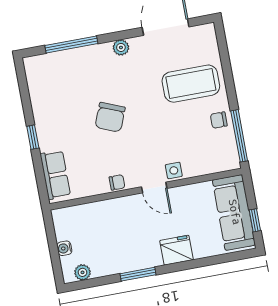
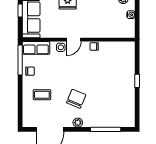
coffee table: (191, 84) -> (42, 95), width x0.54, depth x0.58
chair: (110, 117) -> (76, 99), moved
row of seats: (55, 175) -> (36, 48), moved, turned -90
door: (154, 188) -> (74, 40), swing flipped

